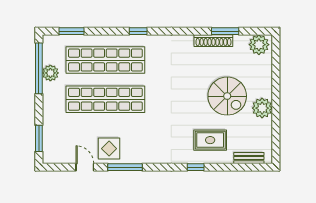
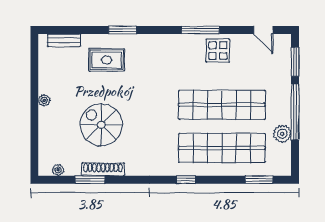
plant: (259, 45) -> (58, 170), width x0.53, depth x0.53
window: (39, 68) -> (295, 112), moved
spiral stairs: (227, 96) -> (101, 125), moved
plant: (262, 108) -> (44, 100), width x0.53, depth x0.53
door: (85, 167) -> (263, 30), moved
window: (196, 167) -> (123, 30), width x1.50

